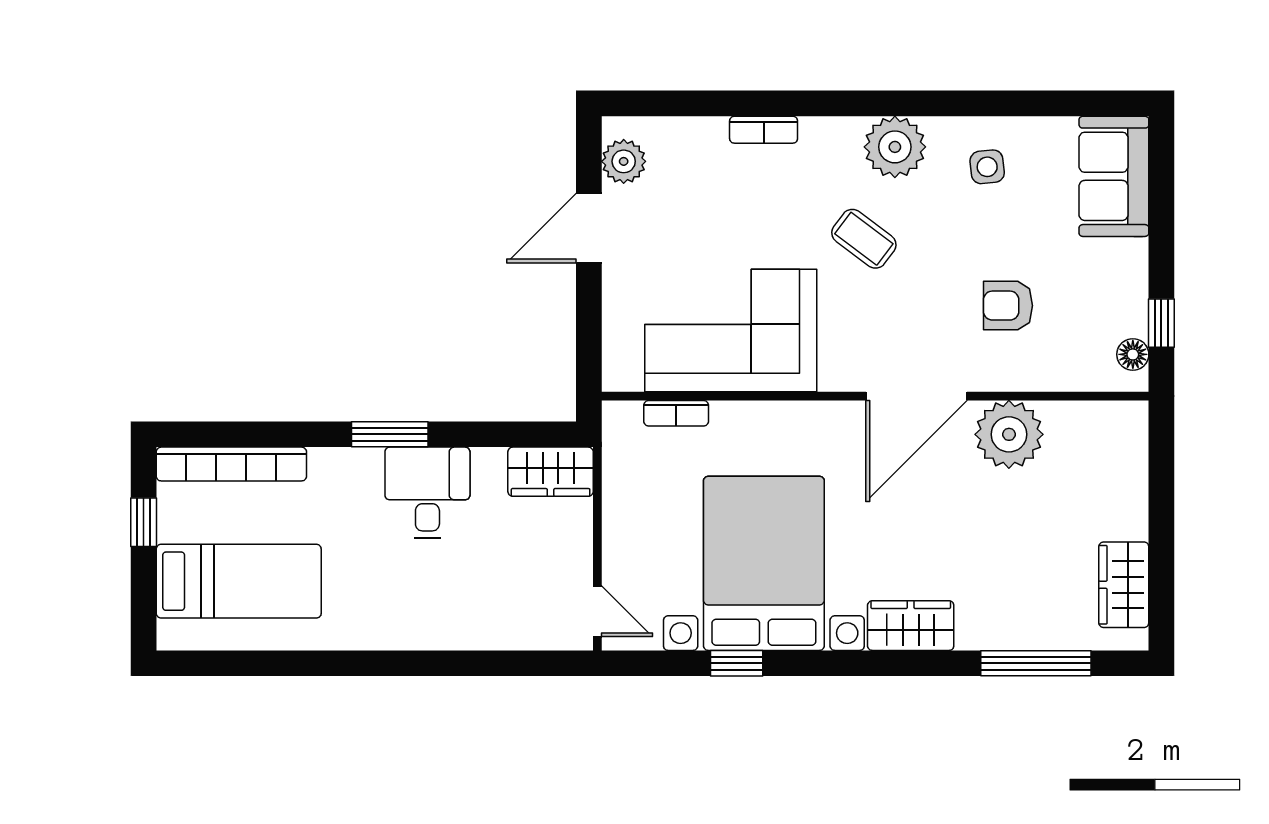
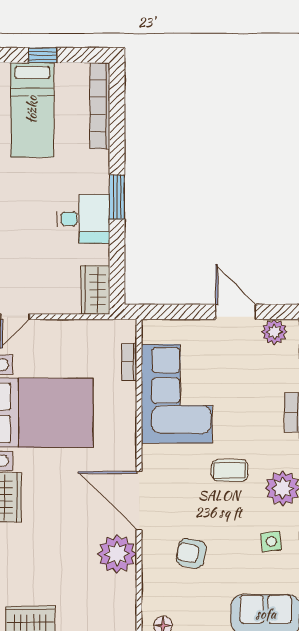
coffee table: (864, 239) -> (230, 470), turned 53
armchair: (1008, 306) -> (191, 553), turned -79
window: (144, 522) -> (43, 55), moved

